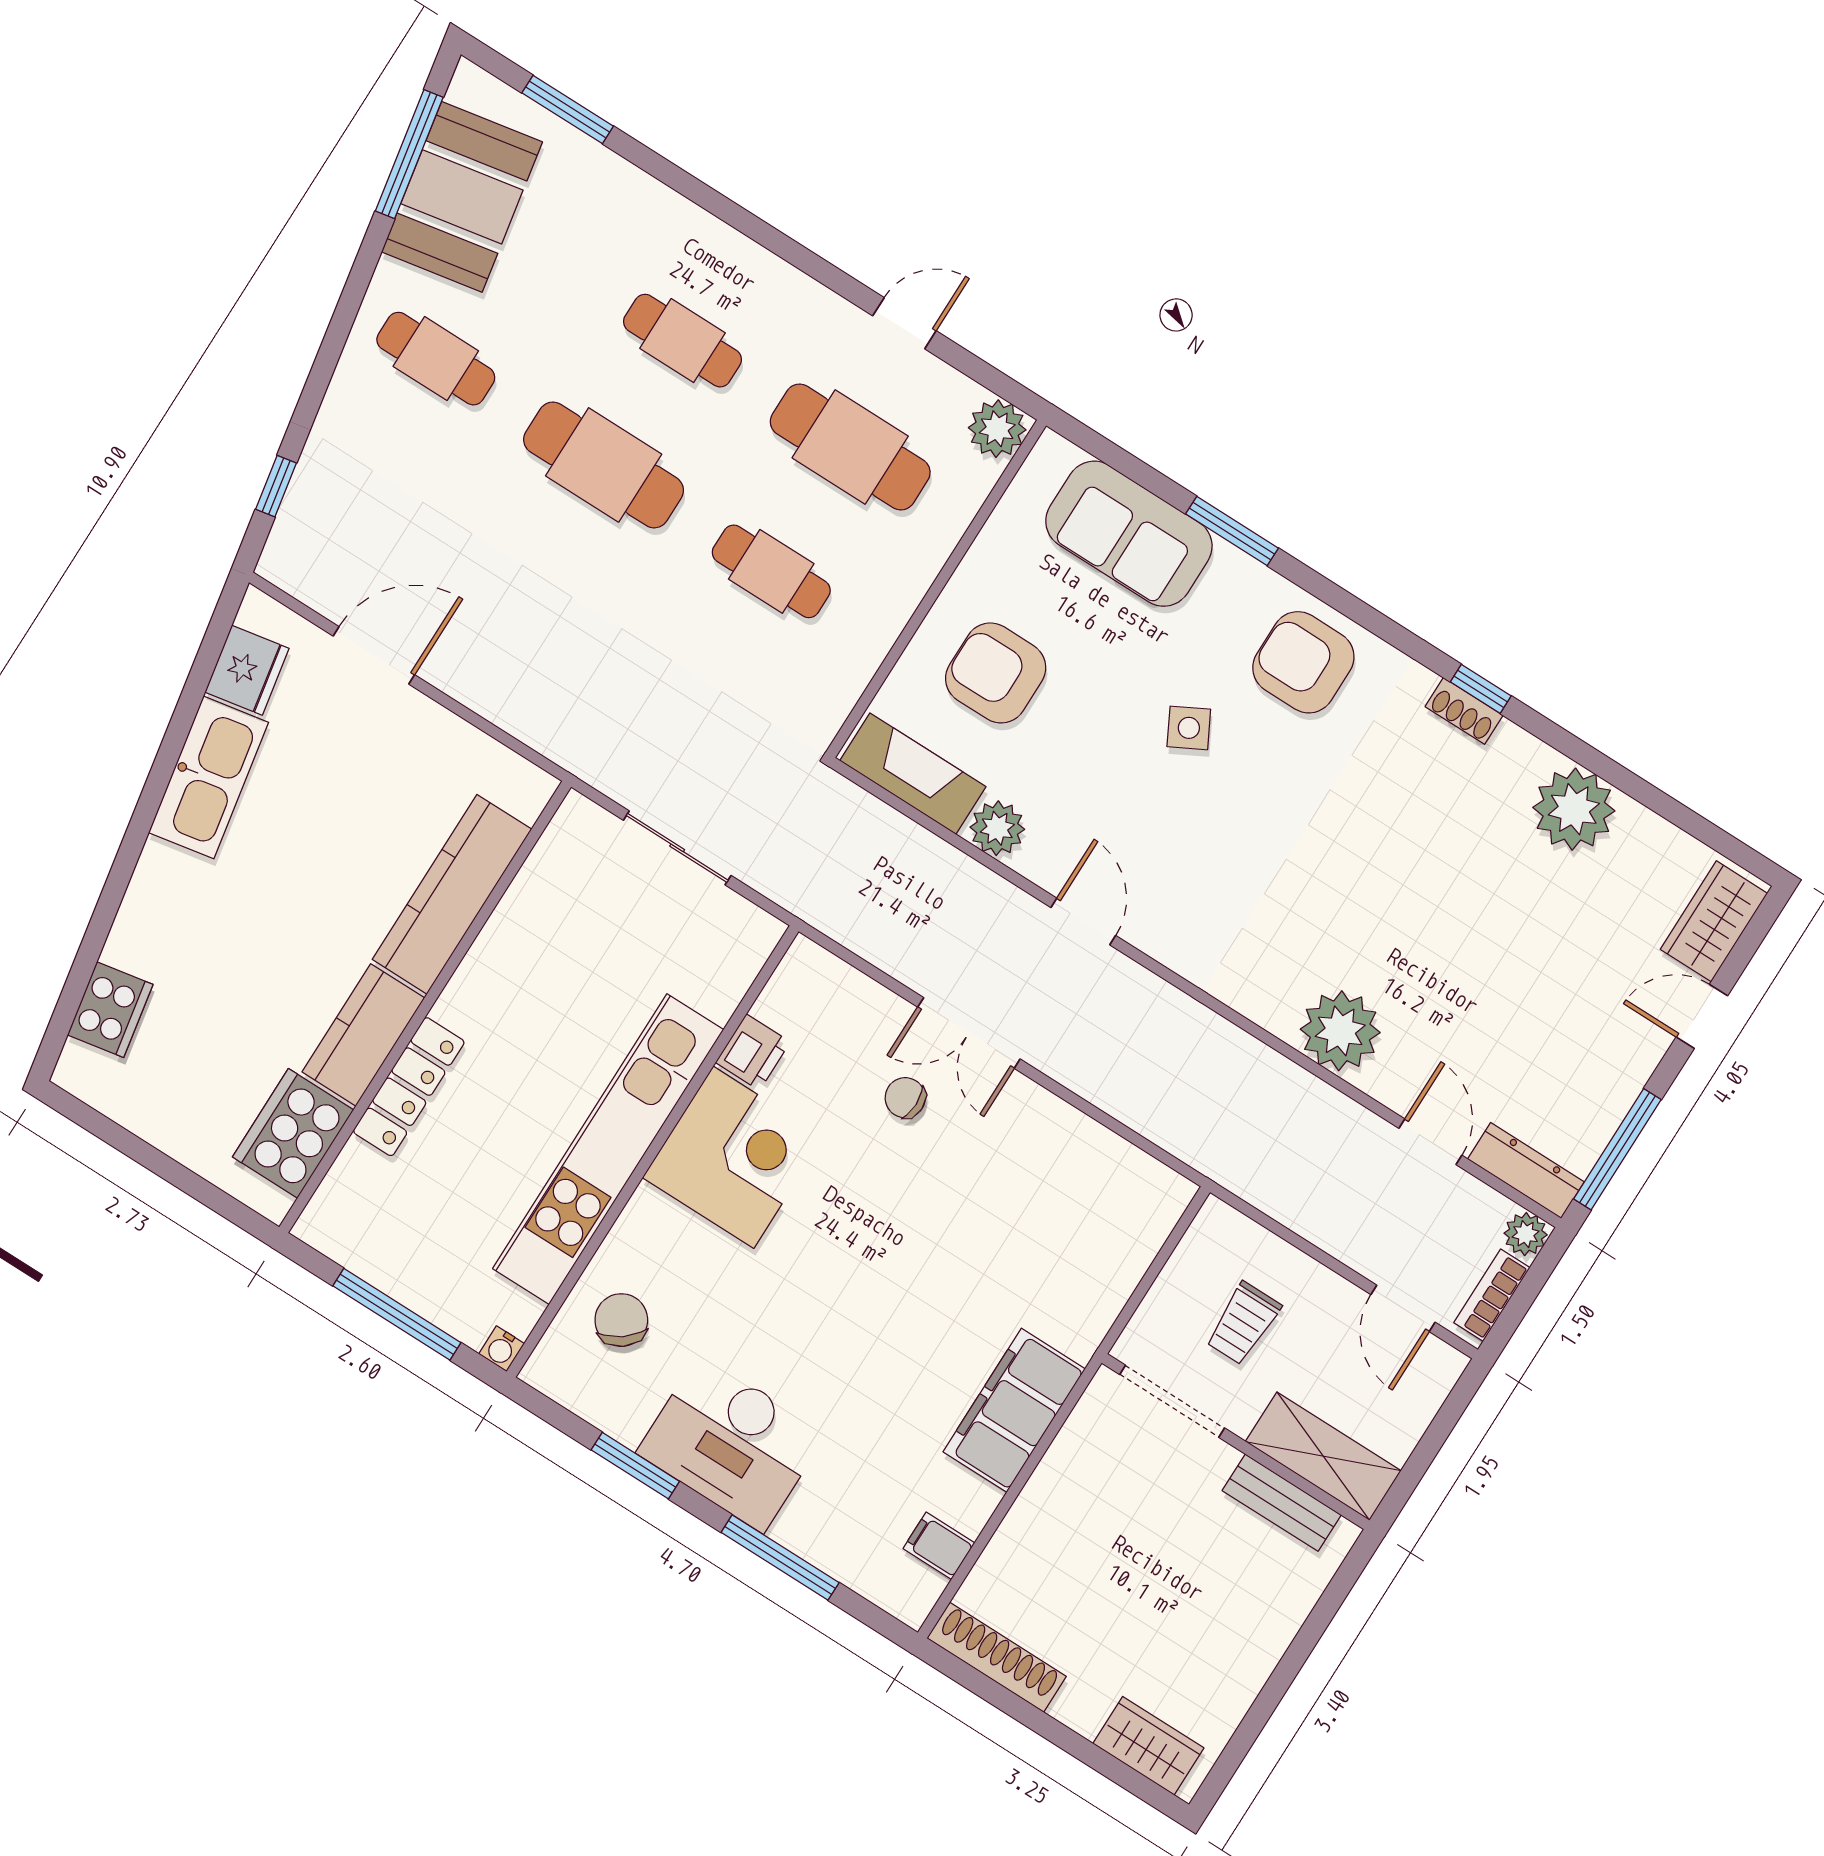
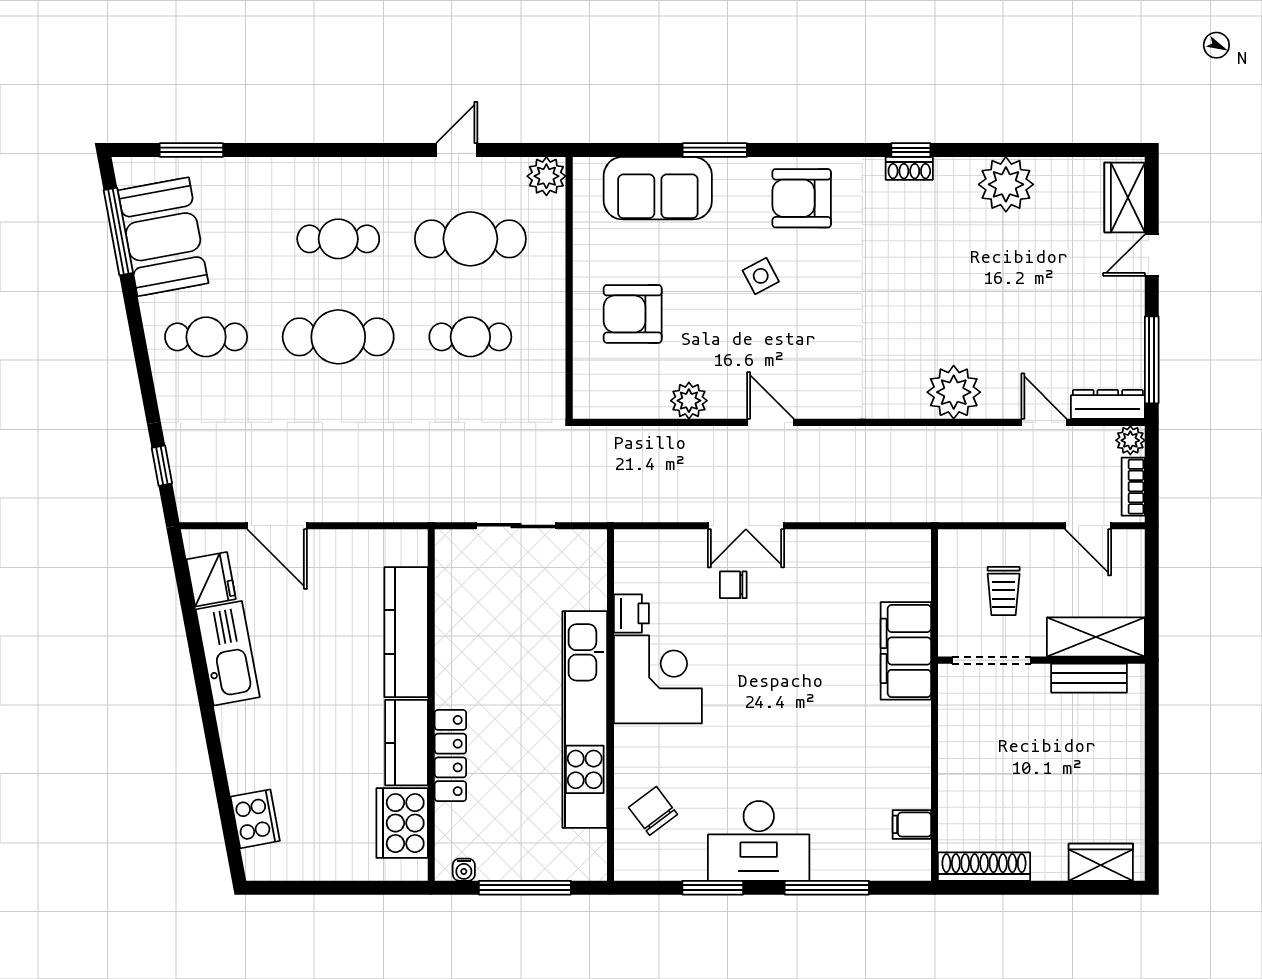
door: (374, 655) -> (277, 526), swing flipped
fireplace: (913, 774) -> (622, 400), removed
water cooler: (502, 1349) -> (464, 870), moved
filing cabinet: (1014, 1410) -> (906, 651), moved

